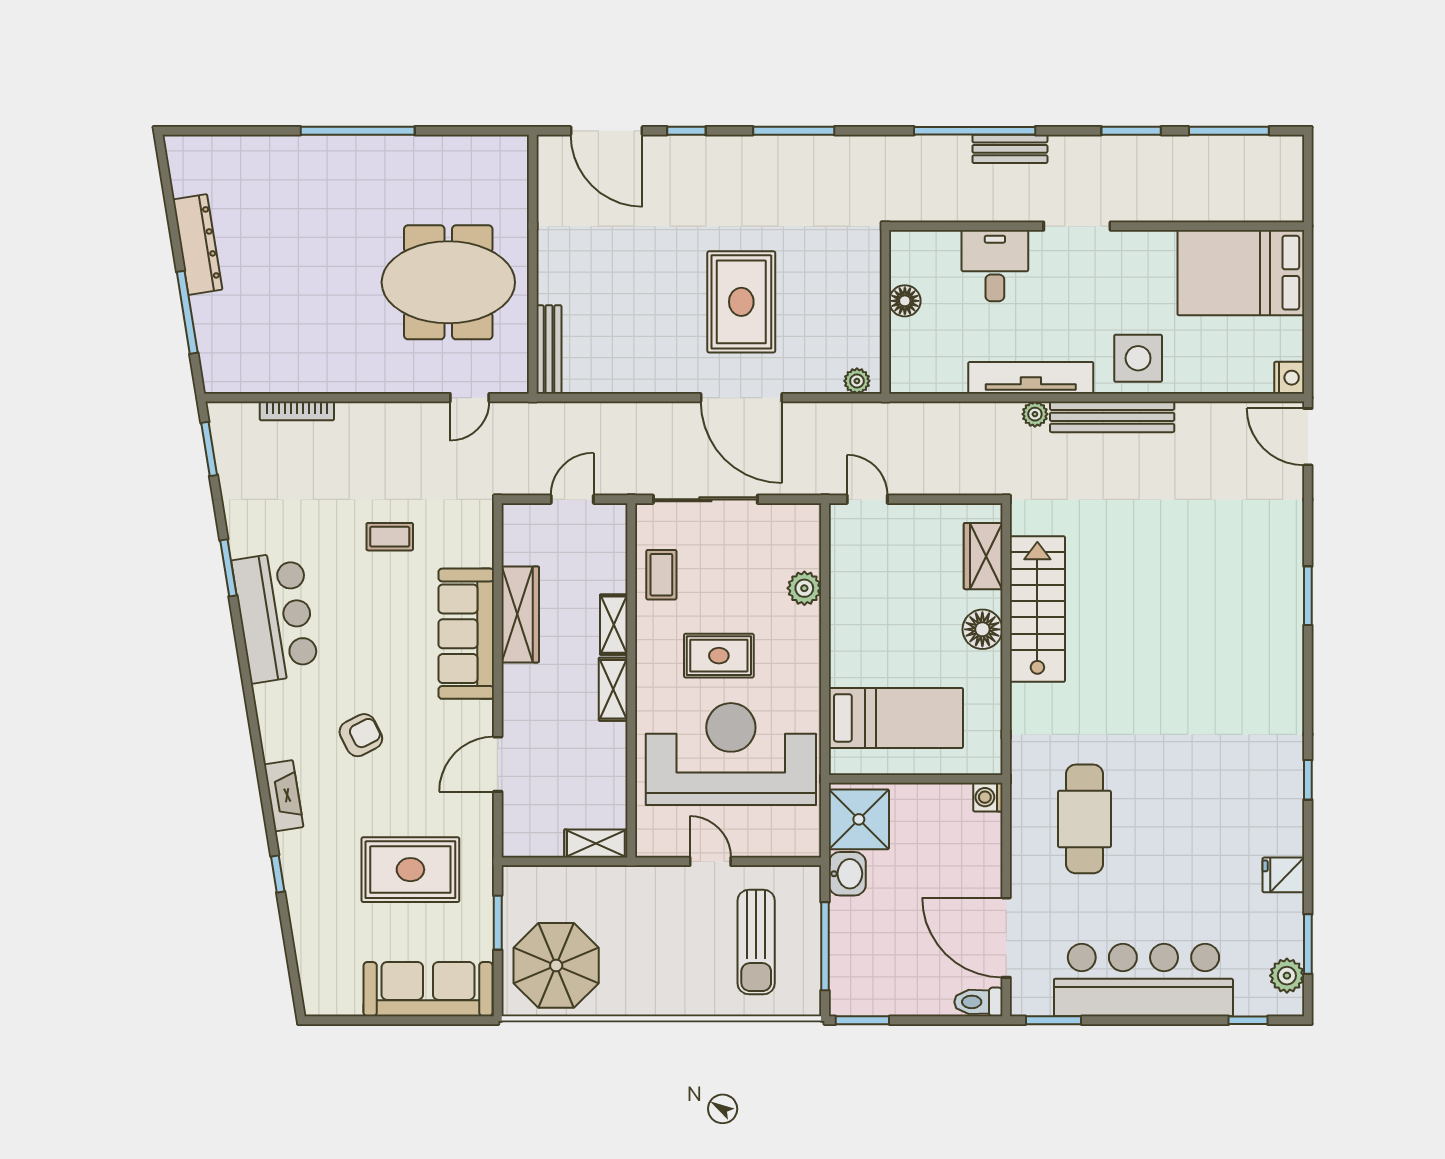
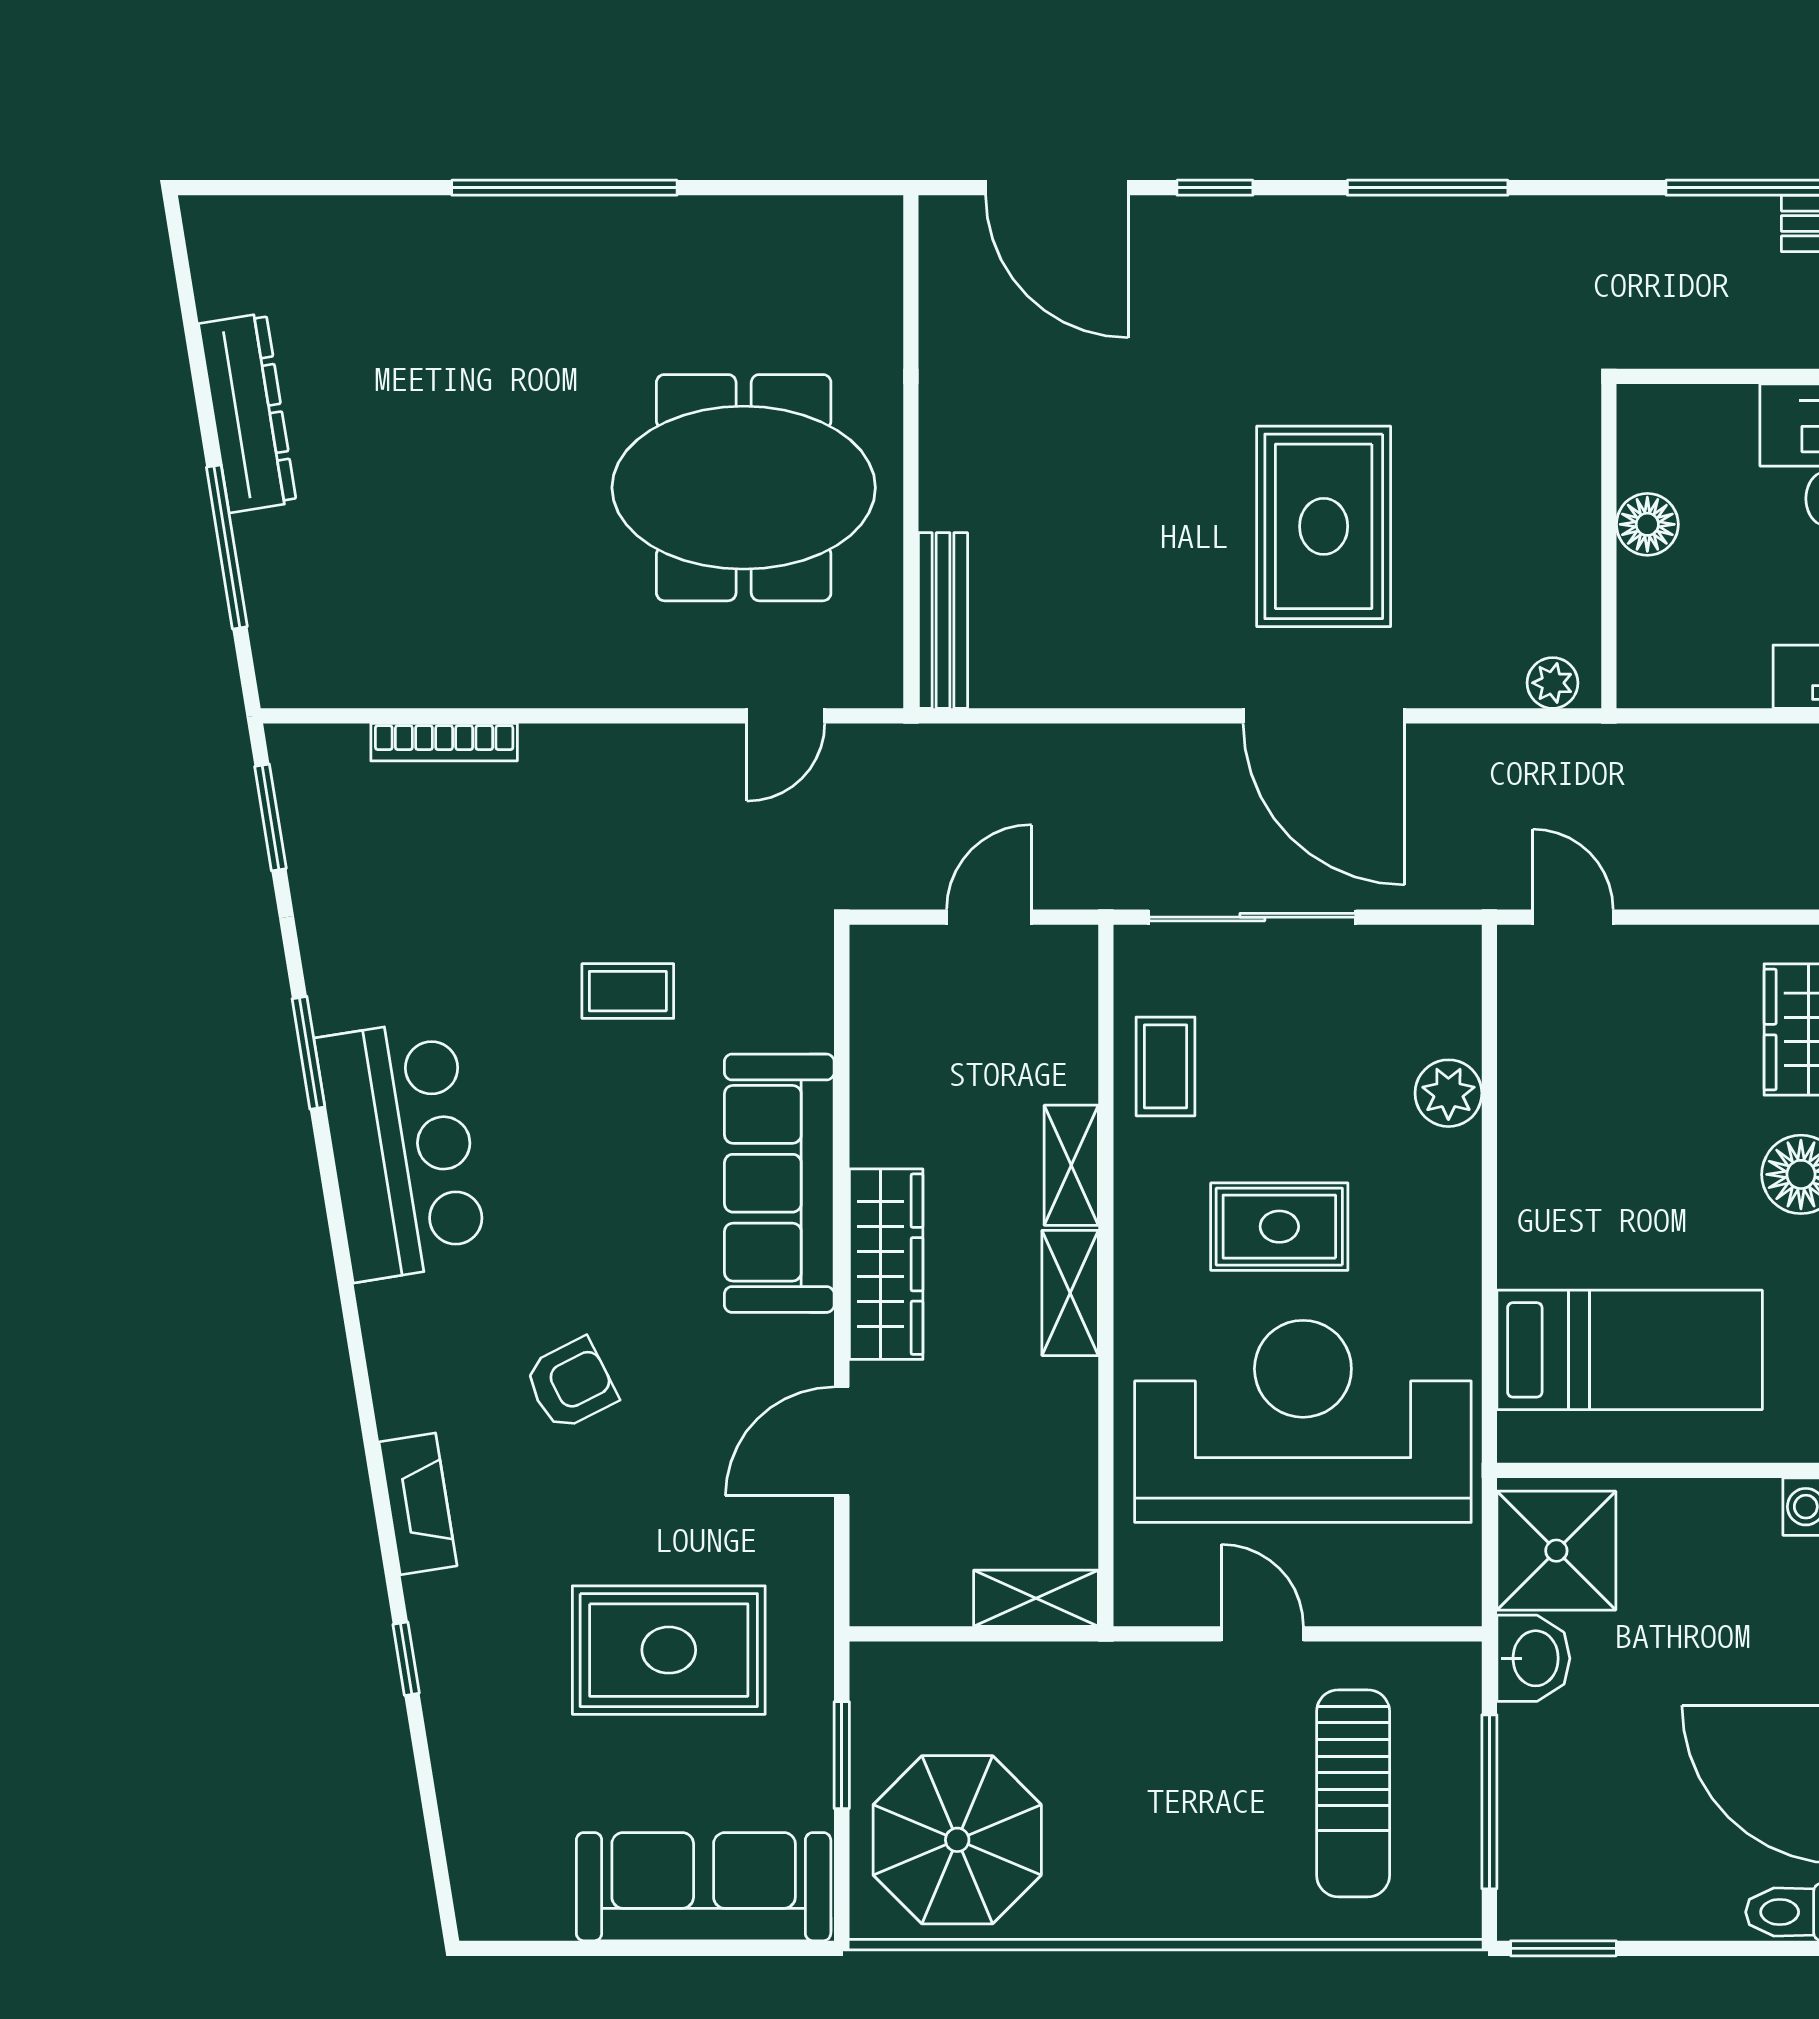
wardrobe: (520, 614) -> (886, 1264), moved

